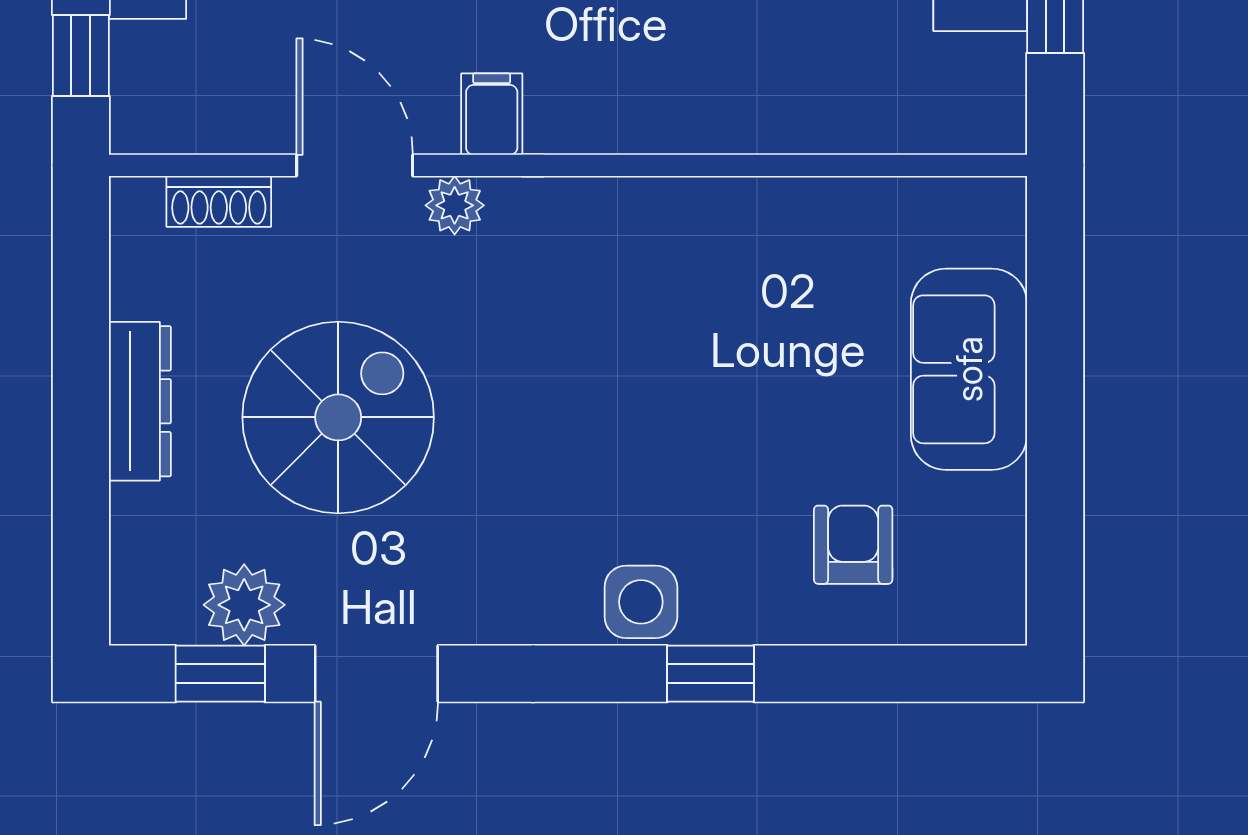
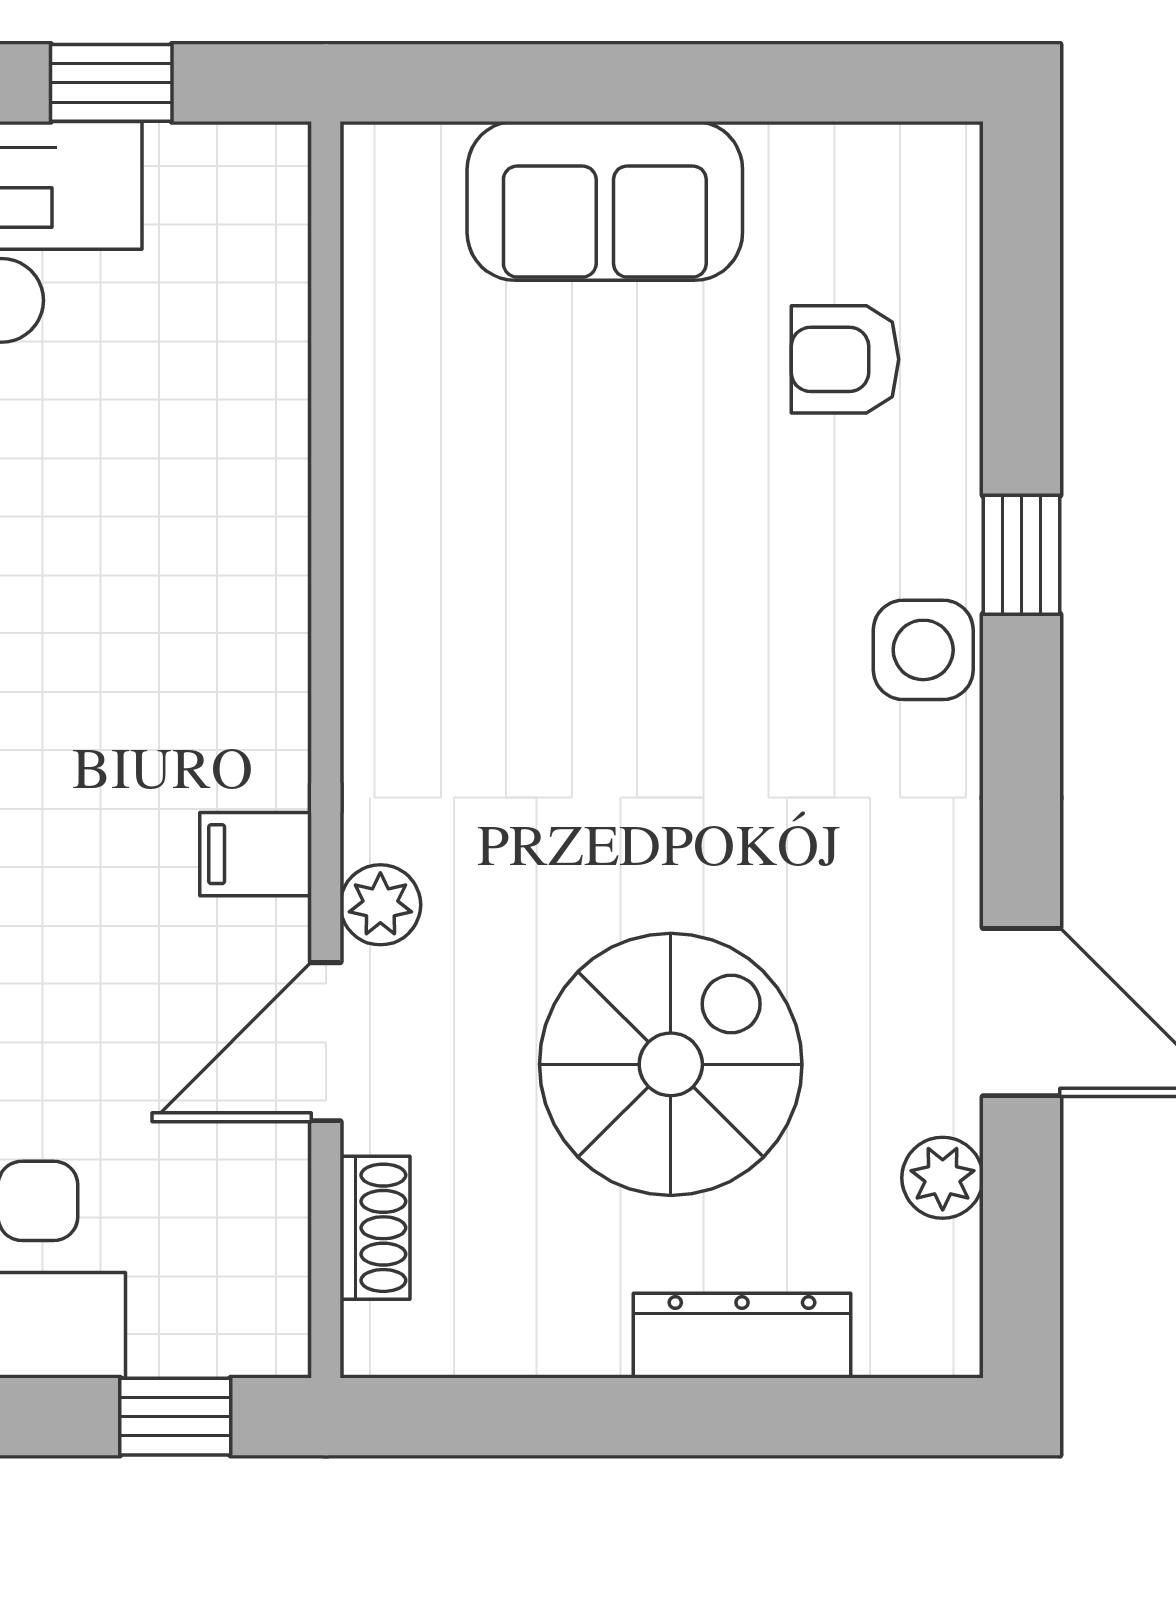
dresser: (140, 401) -> (742, 1336), moved
spiral stairs: (338, 417) -> (671, 1064), turned 90
plant: (244, 605) -> (943, 1178), width x0.73, depth x0.73
window: (220, 674) -> (1022, 1226), removed

